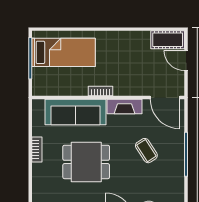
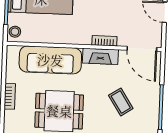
stool: (40, 86) -> (15, 32), added
bookcase: (100, 91) -> (104, 41), moved

